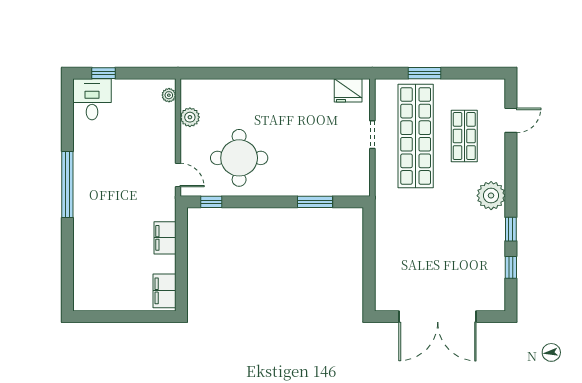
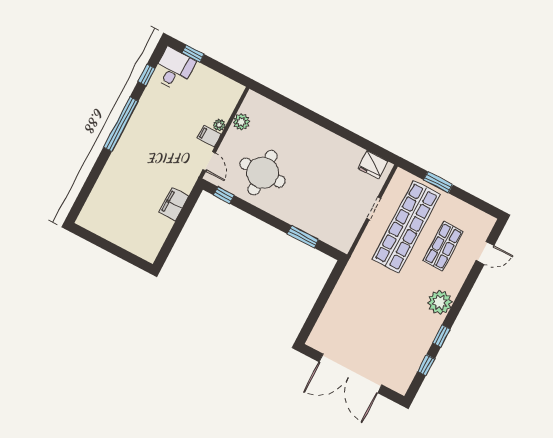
plant: (169, 95) -> (219, 125), moved
window: (67, 120) -> (147, 75), added
filing cabinet: (165, 291) -> (209, 136), moved, width x0.50

